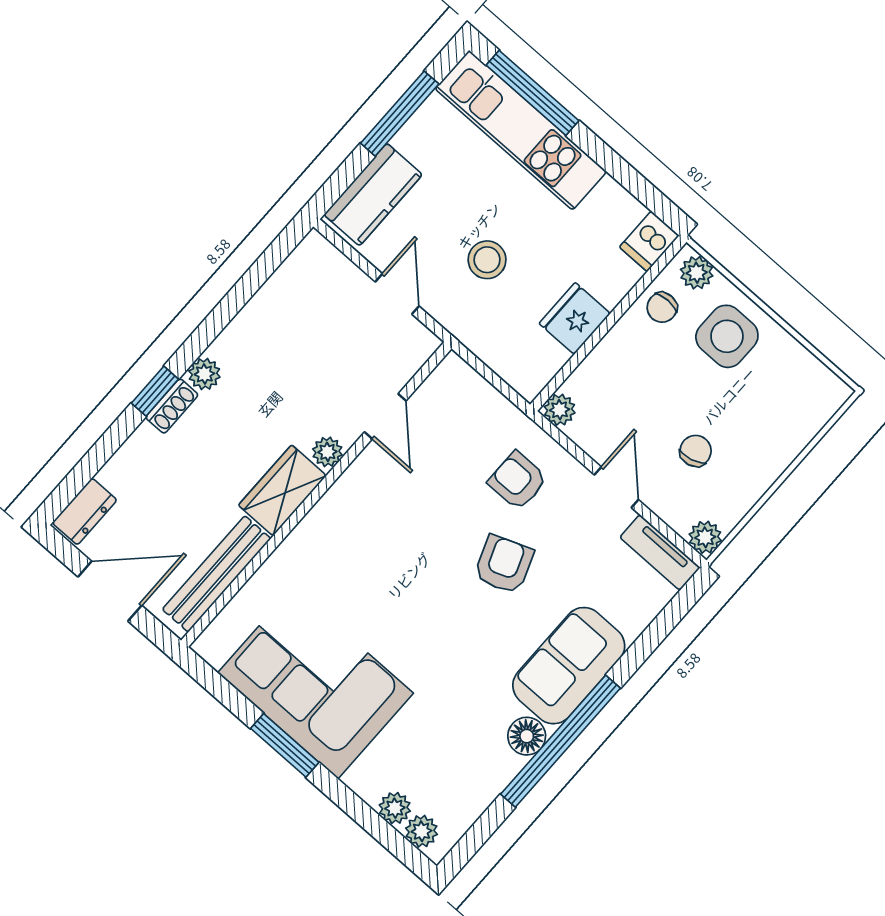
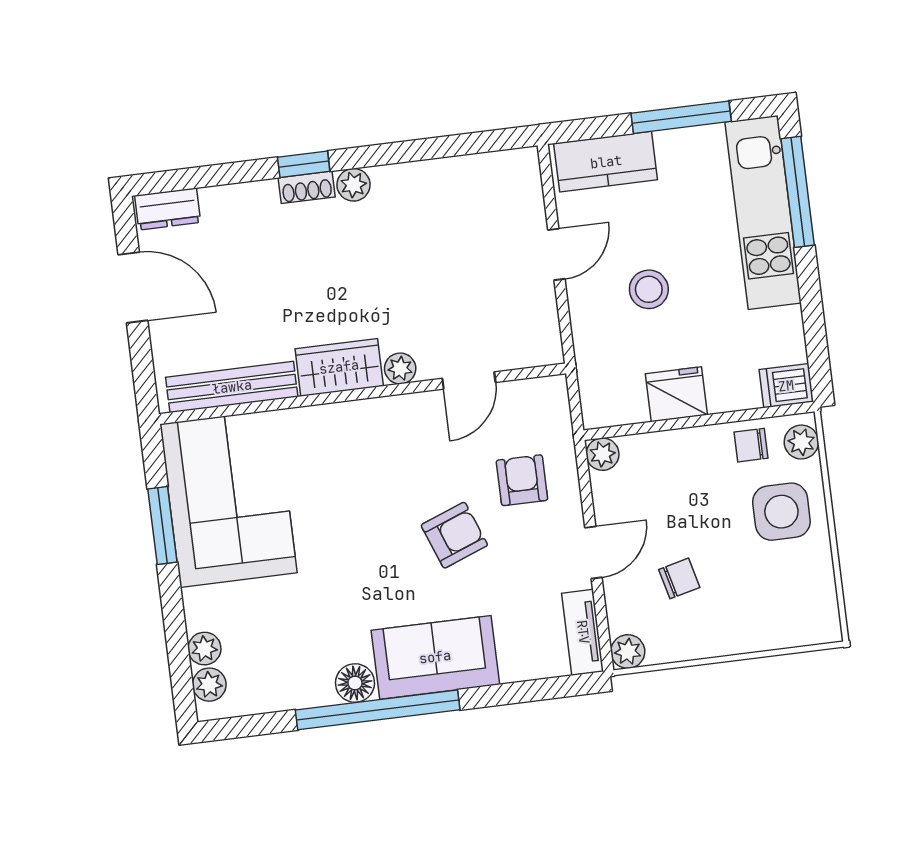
door: (385, 416) -> (469, 380), moved
plant: (327, 452) -> (400, 368), moved
wardrobe: (282, 490) -> (339, 367), moved
wall: (316, 495) -> (363, 394), moved
bench: (217, 574) -> (232, 387), moved

